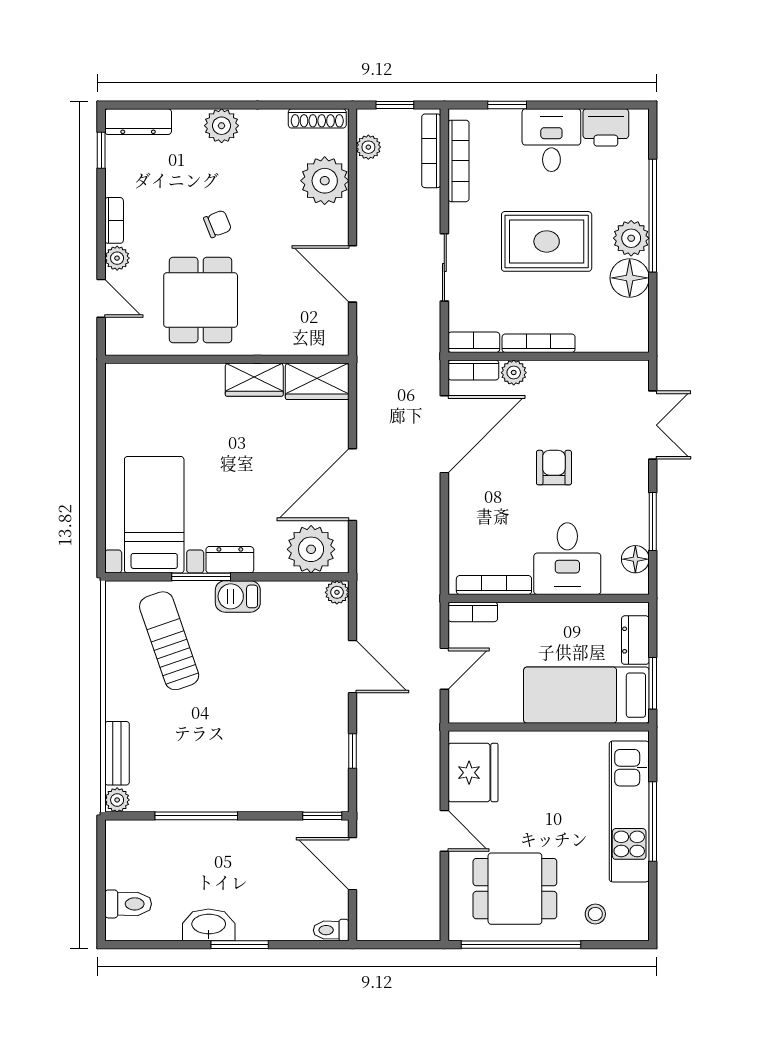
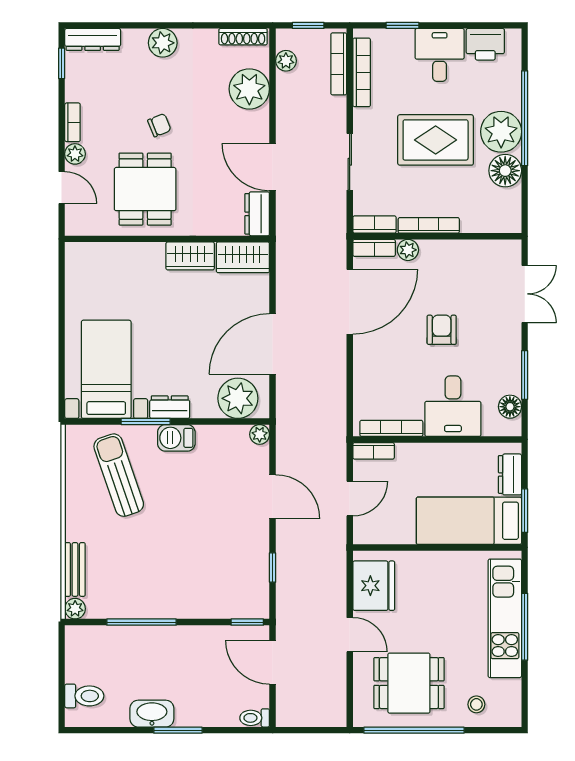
plant: (631, 238) -> (501, 132), width x1.36, depth x1.36
dresser: (334, 329) -> (257, 214), added

